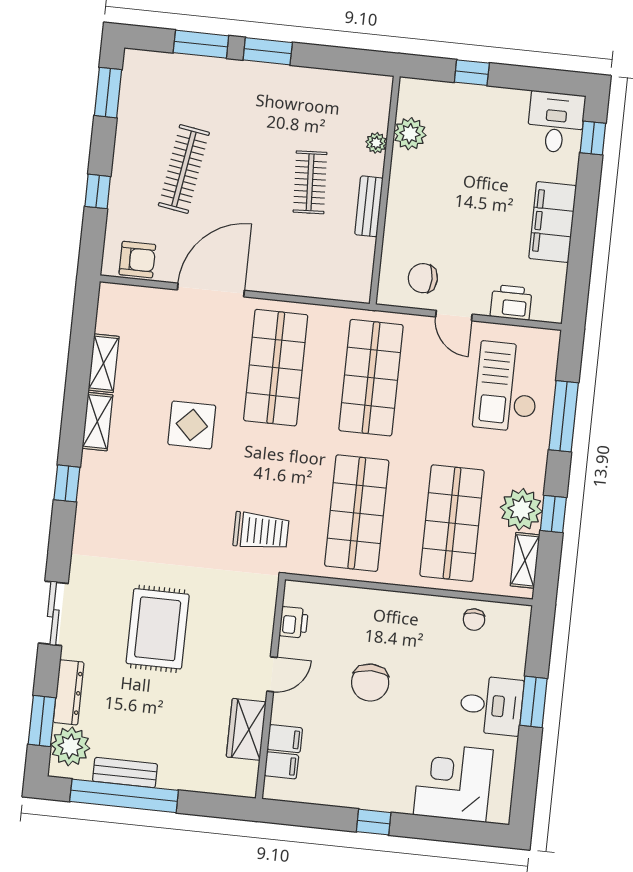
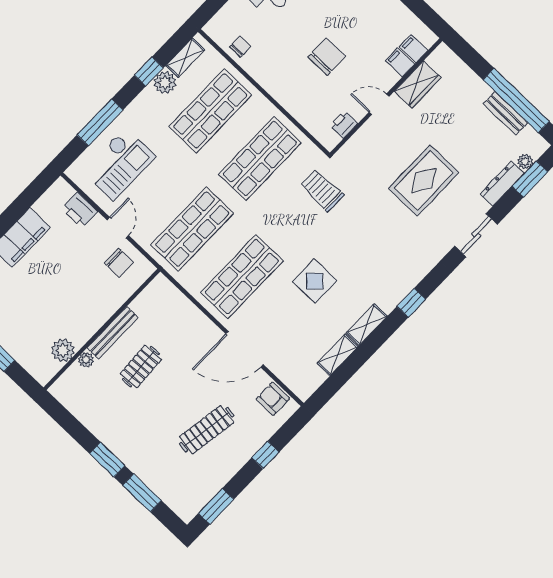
bench: (369, 206) -> (113, 333), width x1.36
plant: (521, 509) -> (165, 83), width x0.73, depth x0.73
plant: (70, 746) -> (525, 162), width x0.53, depth x0.53

